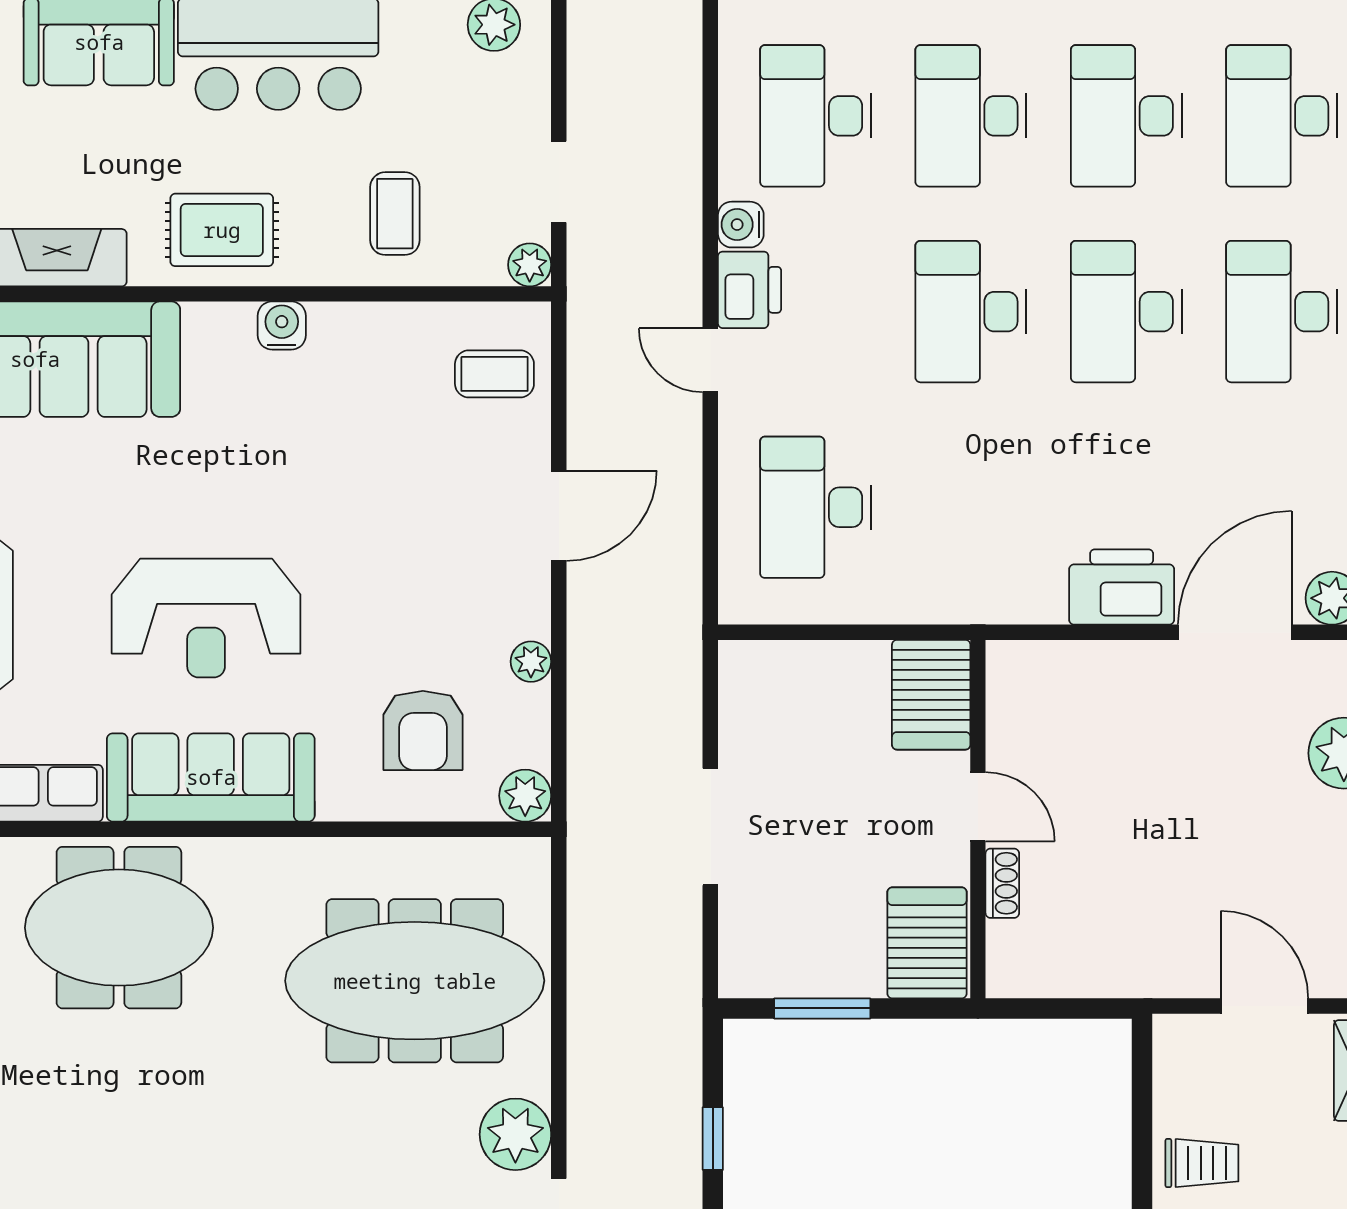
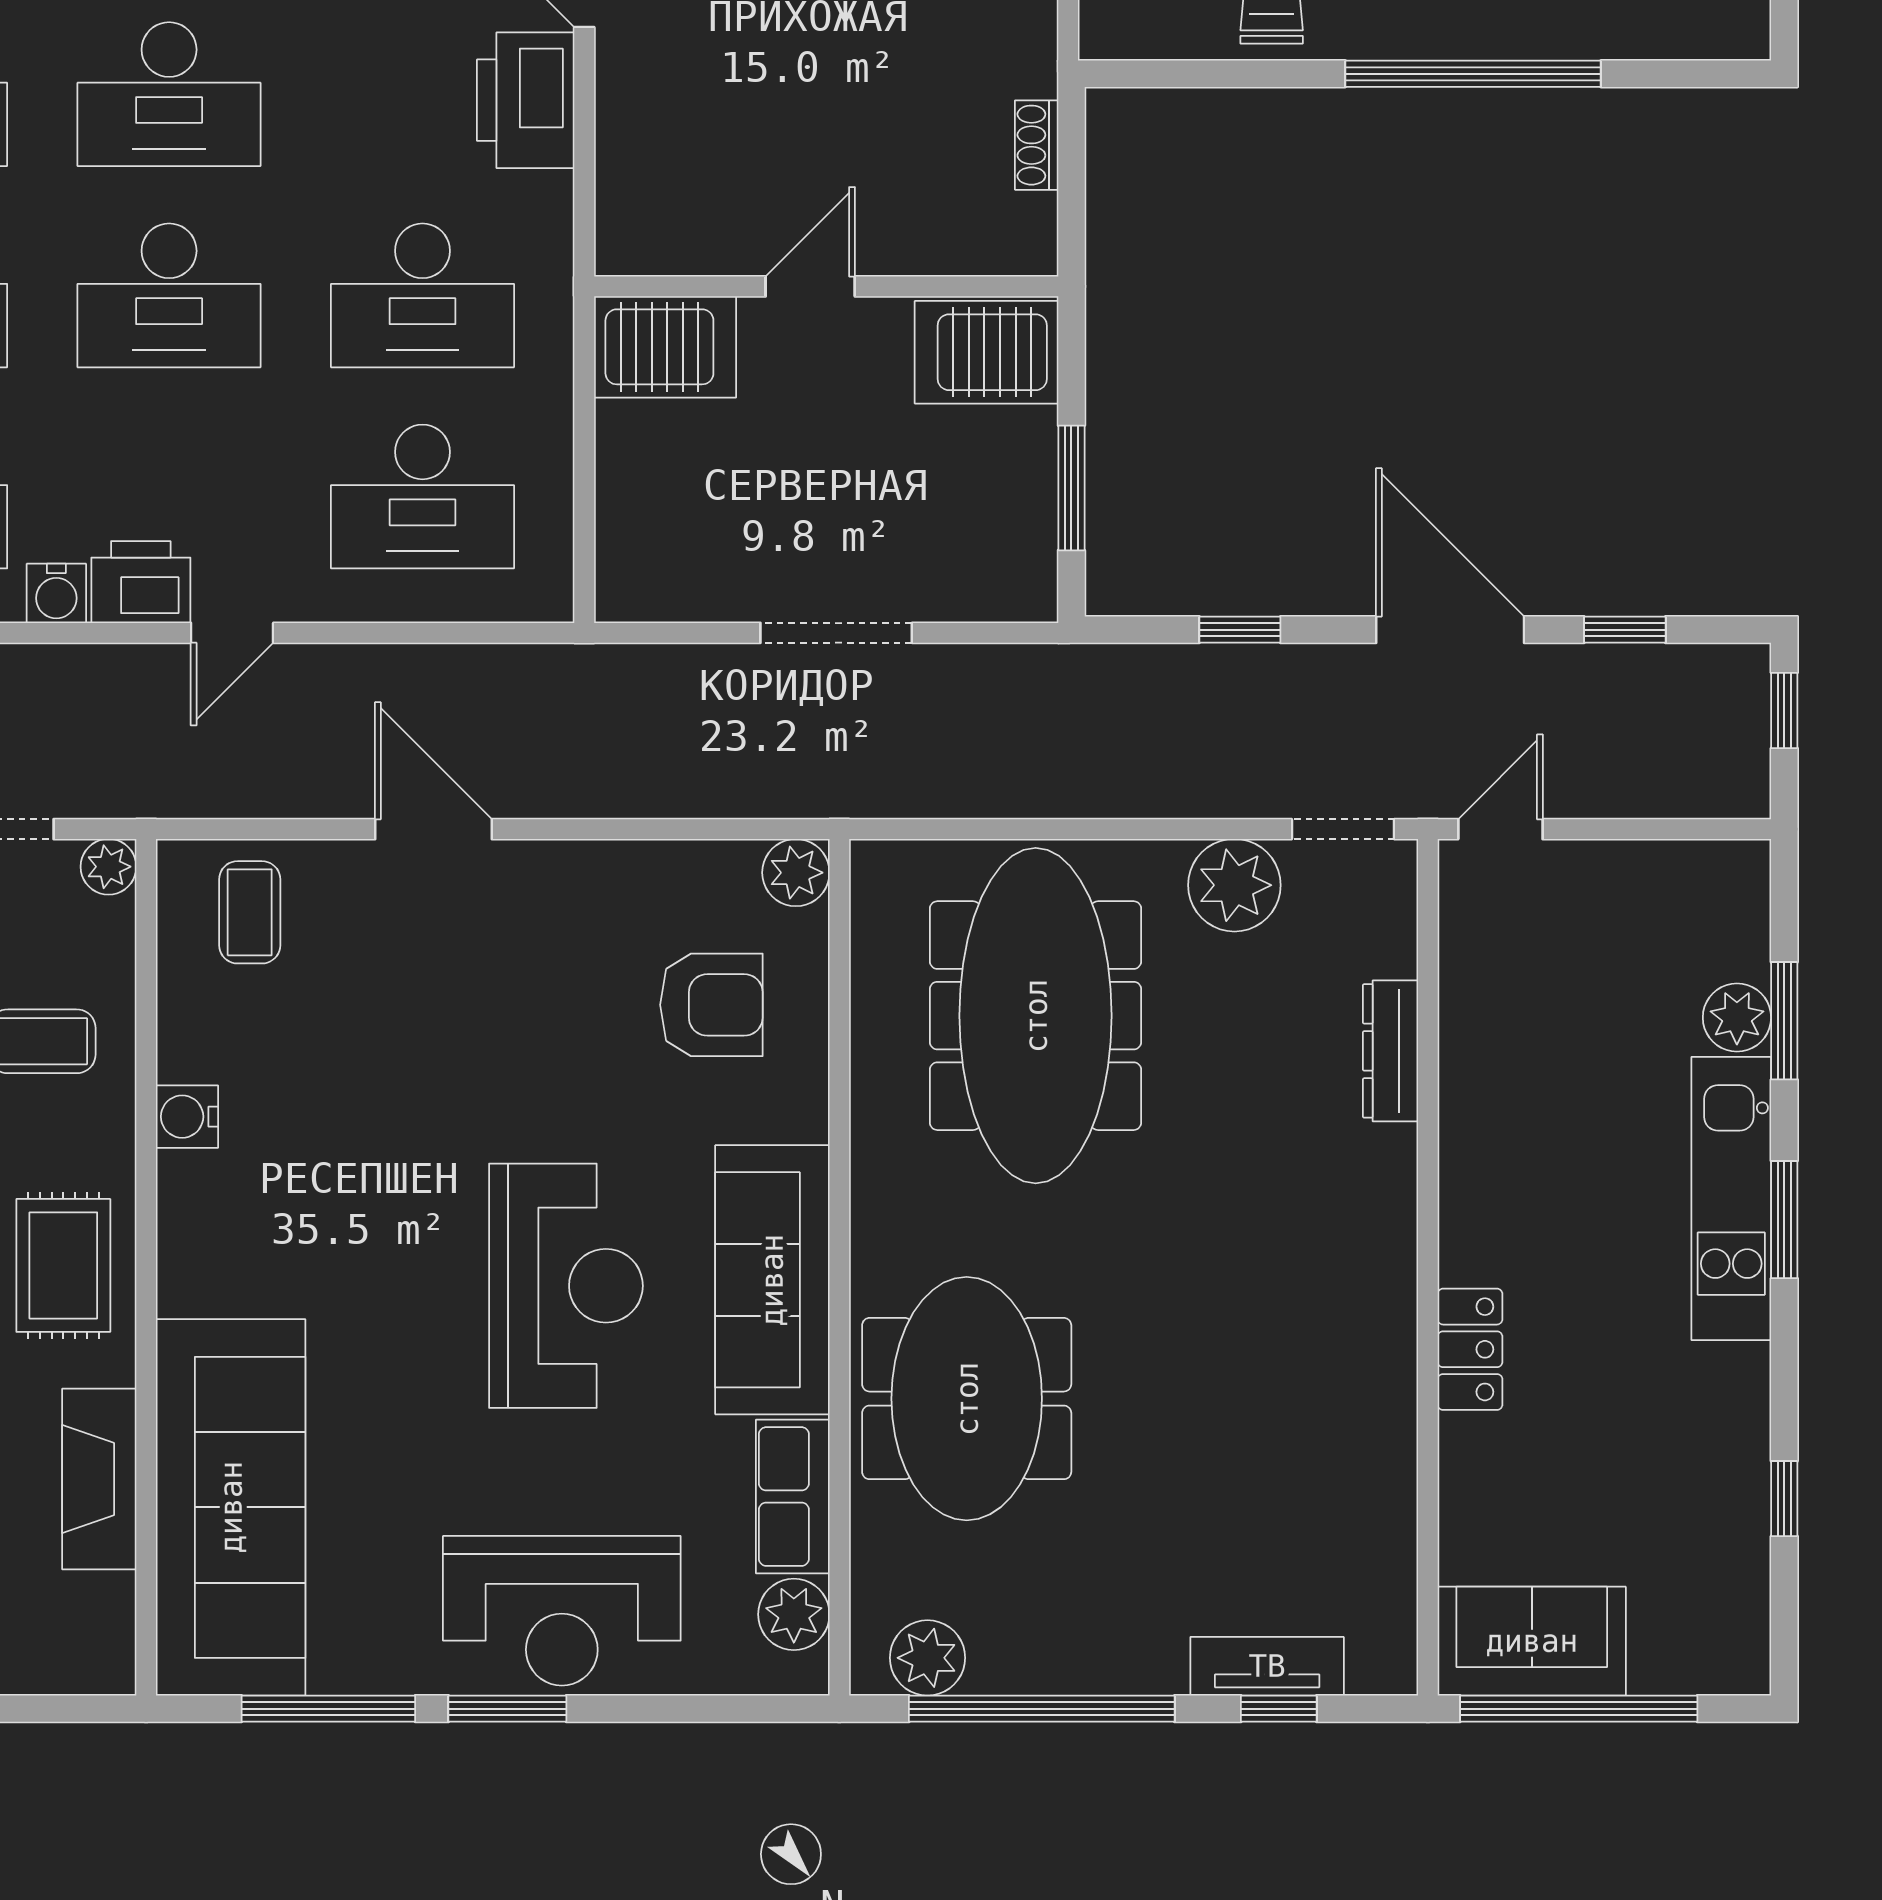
water cooler: (282, 326) -> (187, 1117), moved
desk: (971, 507) -> (422, 295), added
plant: (531, 662) -> (622, 865), removed
shoe rack: (1002, 883) -> (1037, 145), moved, turned -90

